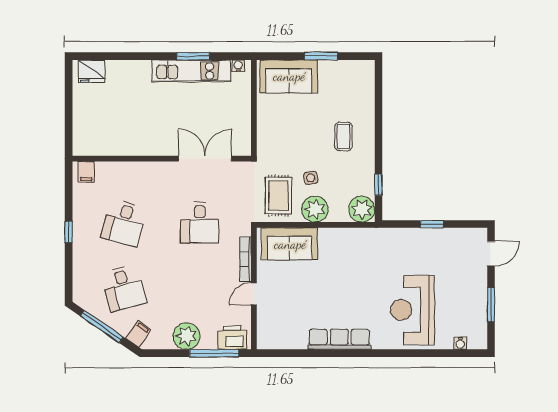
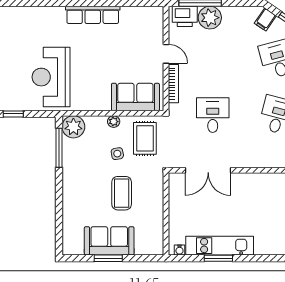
sofa: (289, 76) -> (109, 241), moved
coffee table: (343, 136) -> (122, 193), moved, width x1.36, depth x1.30
window: (378, 185) -> (59, 148), width x2.17
plant: (315, 209) -> (114, 122), width x0.53, depth x0.53
door: (254, 294) -> (166, 54), hinge flipped
reception desk: (412, 310) -> (51, 77), moved, turned 180
plant: (187, 336) -> (210, 18), moved

